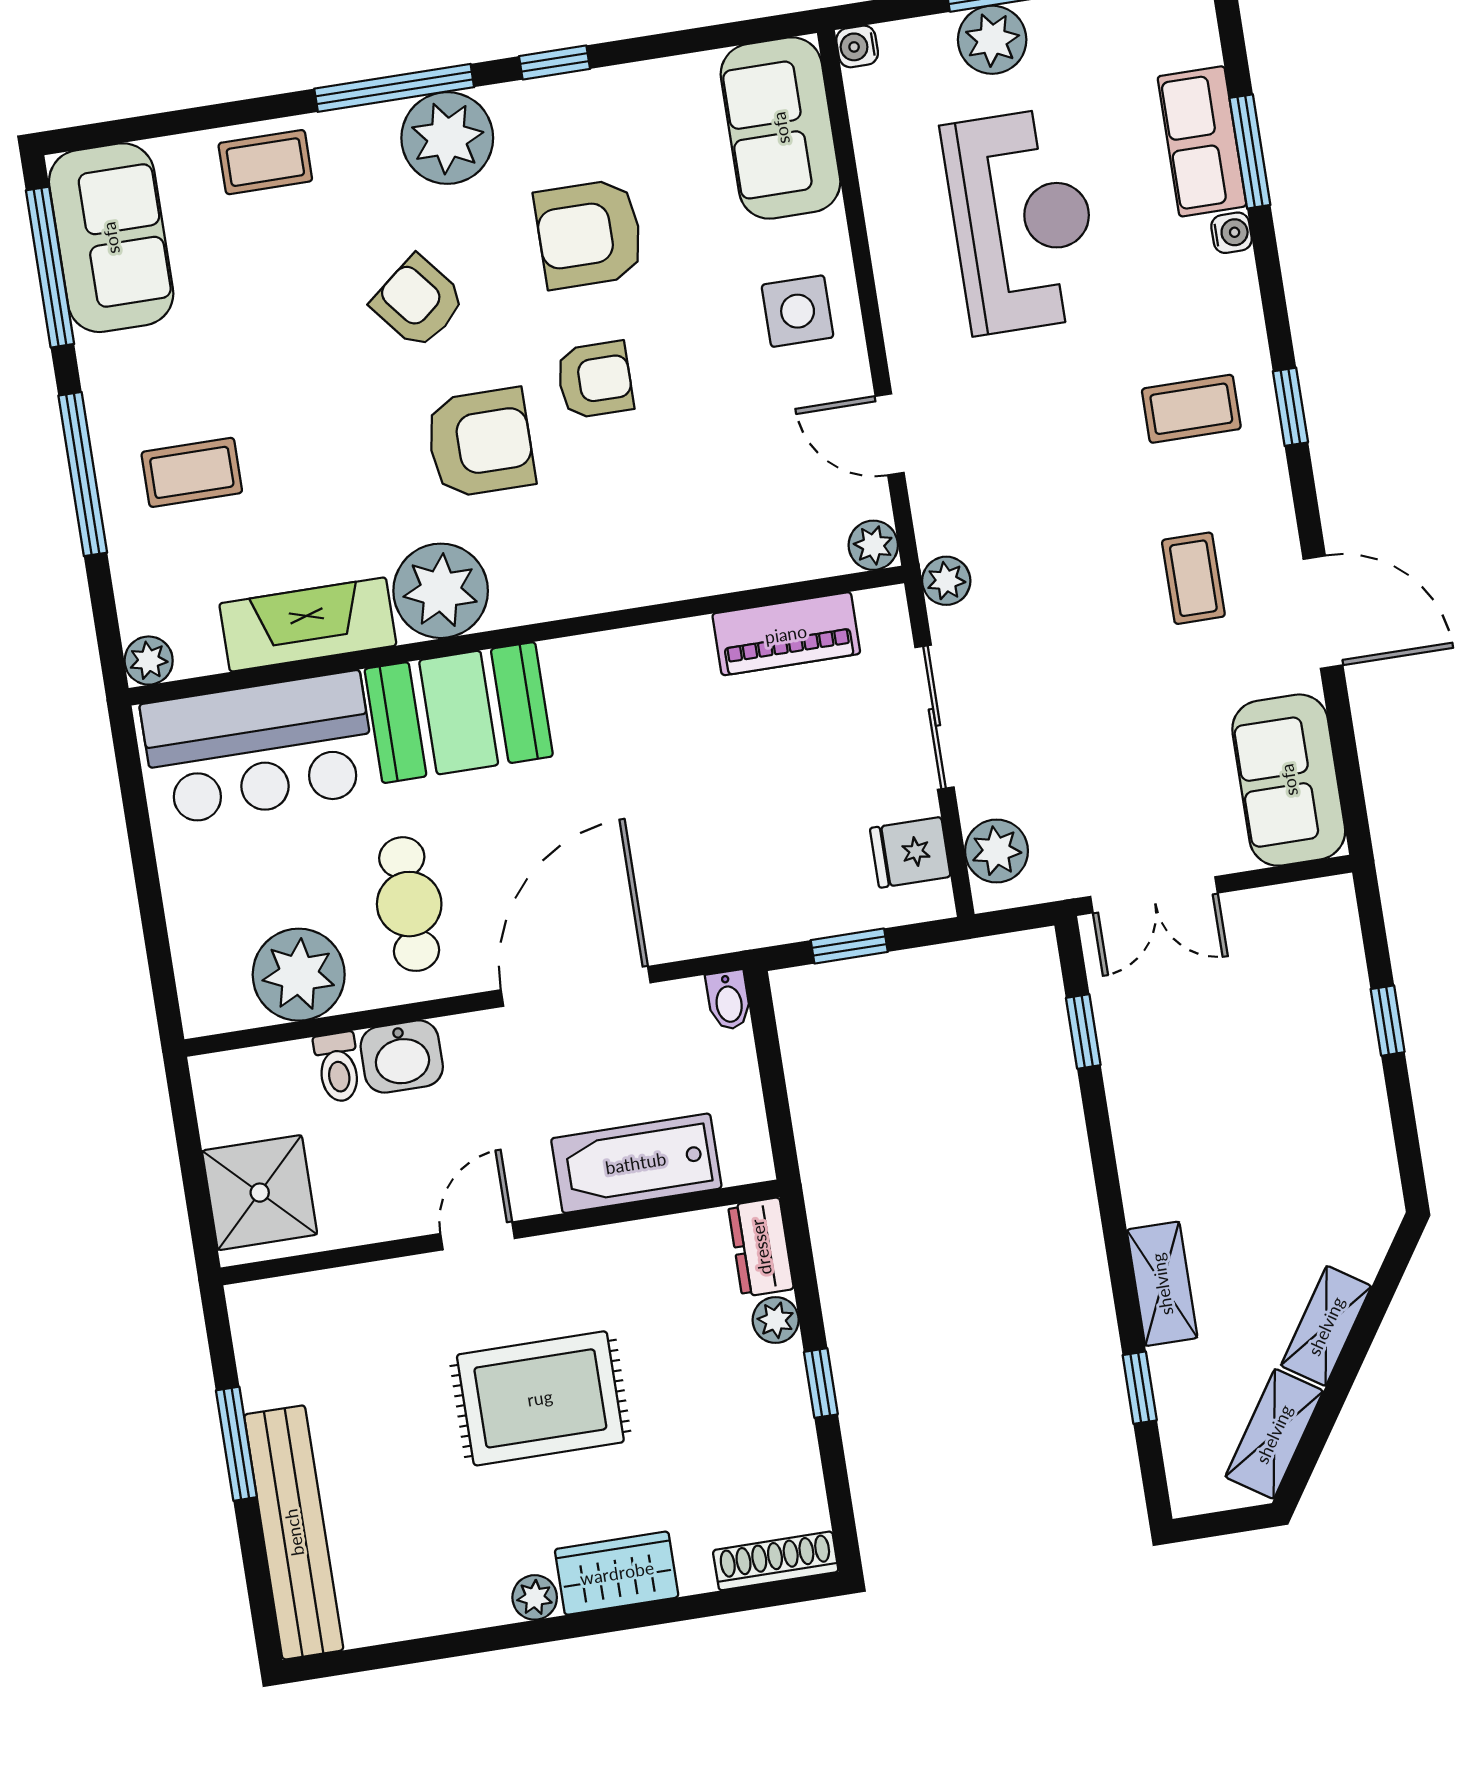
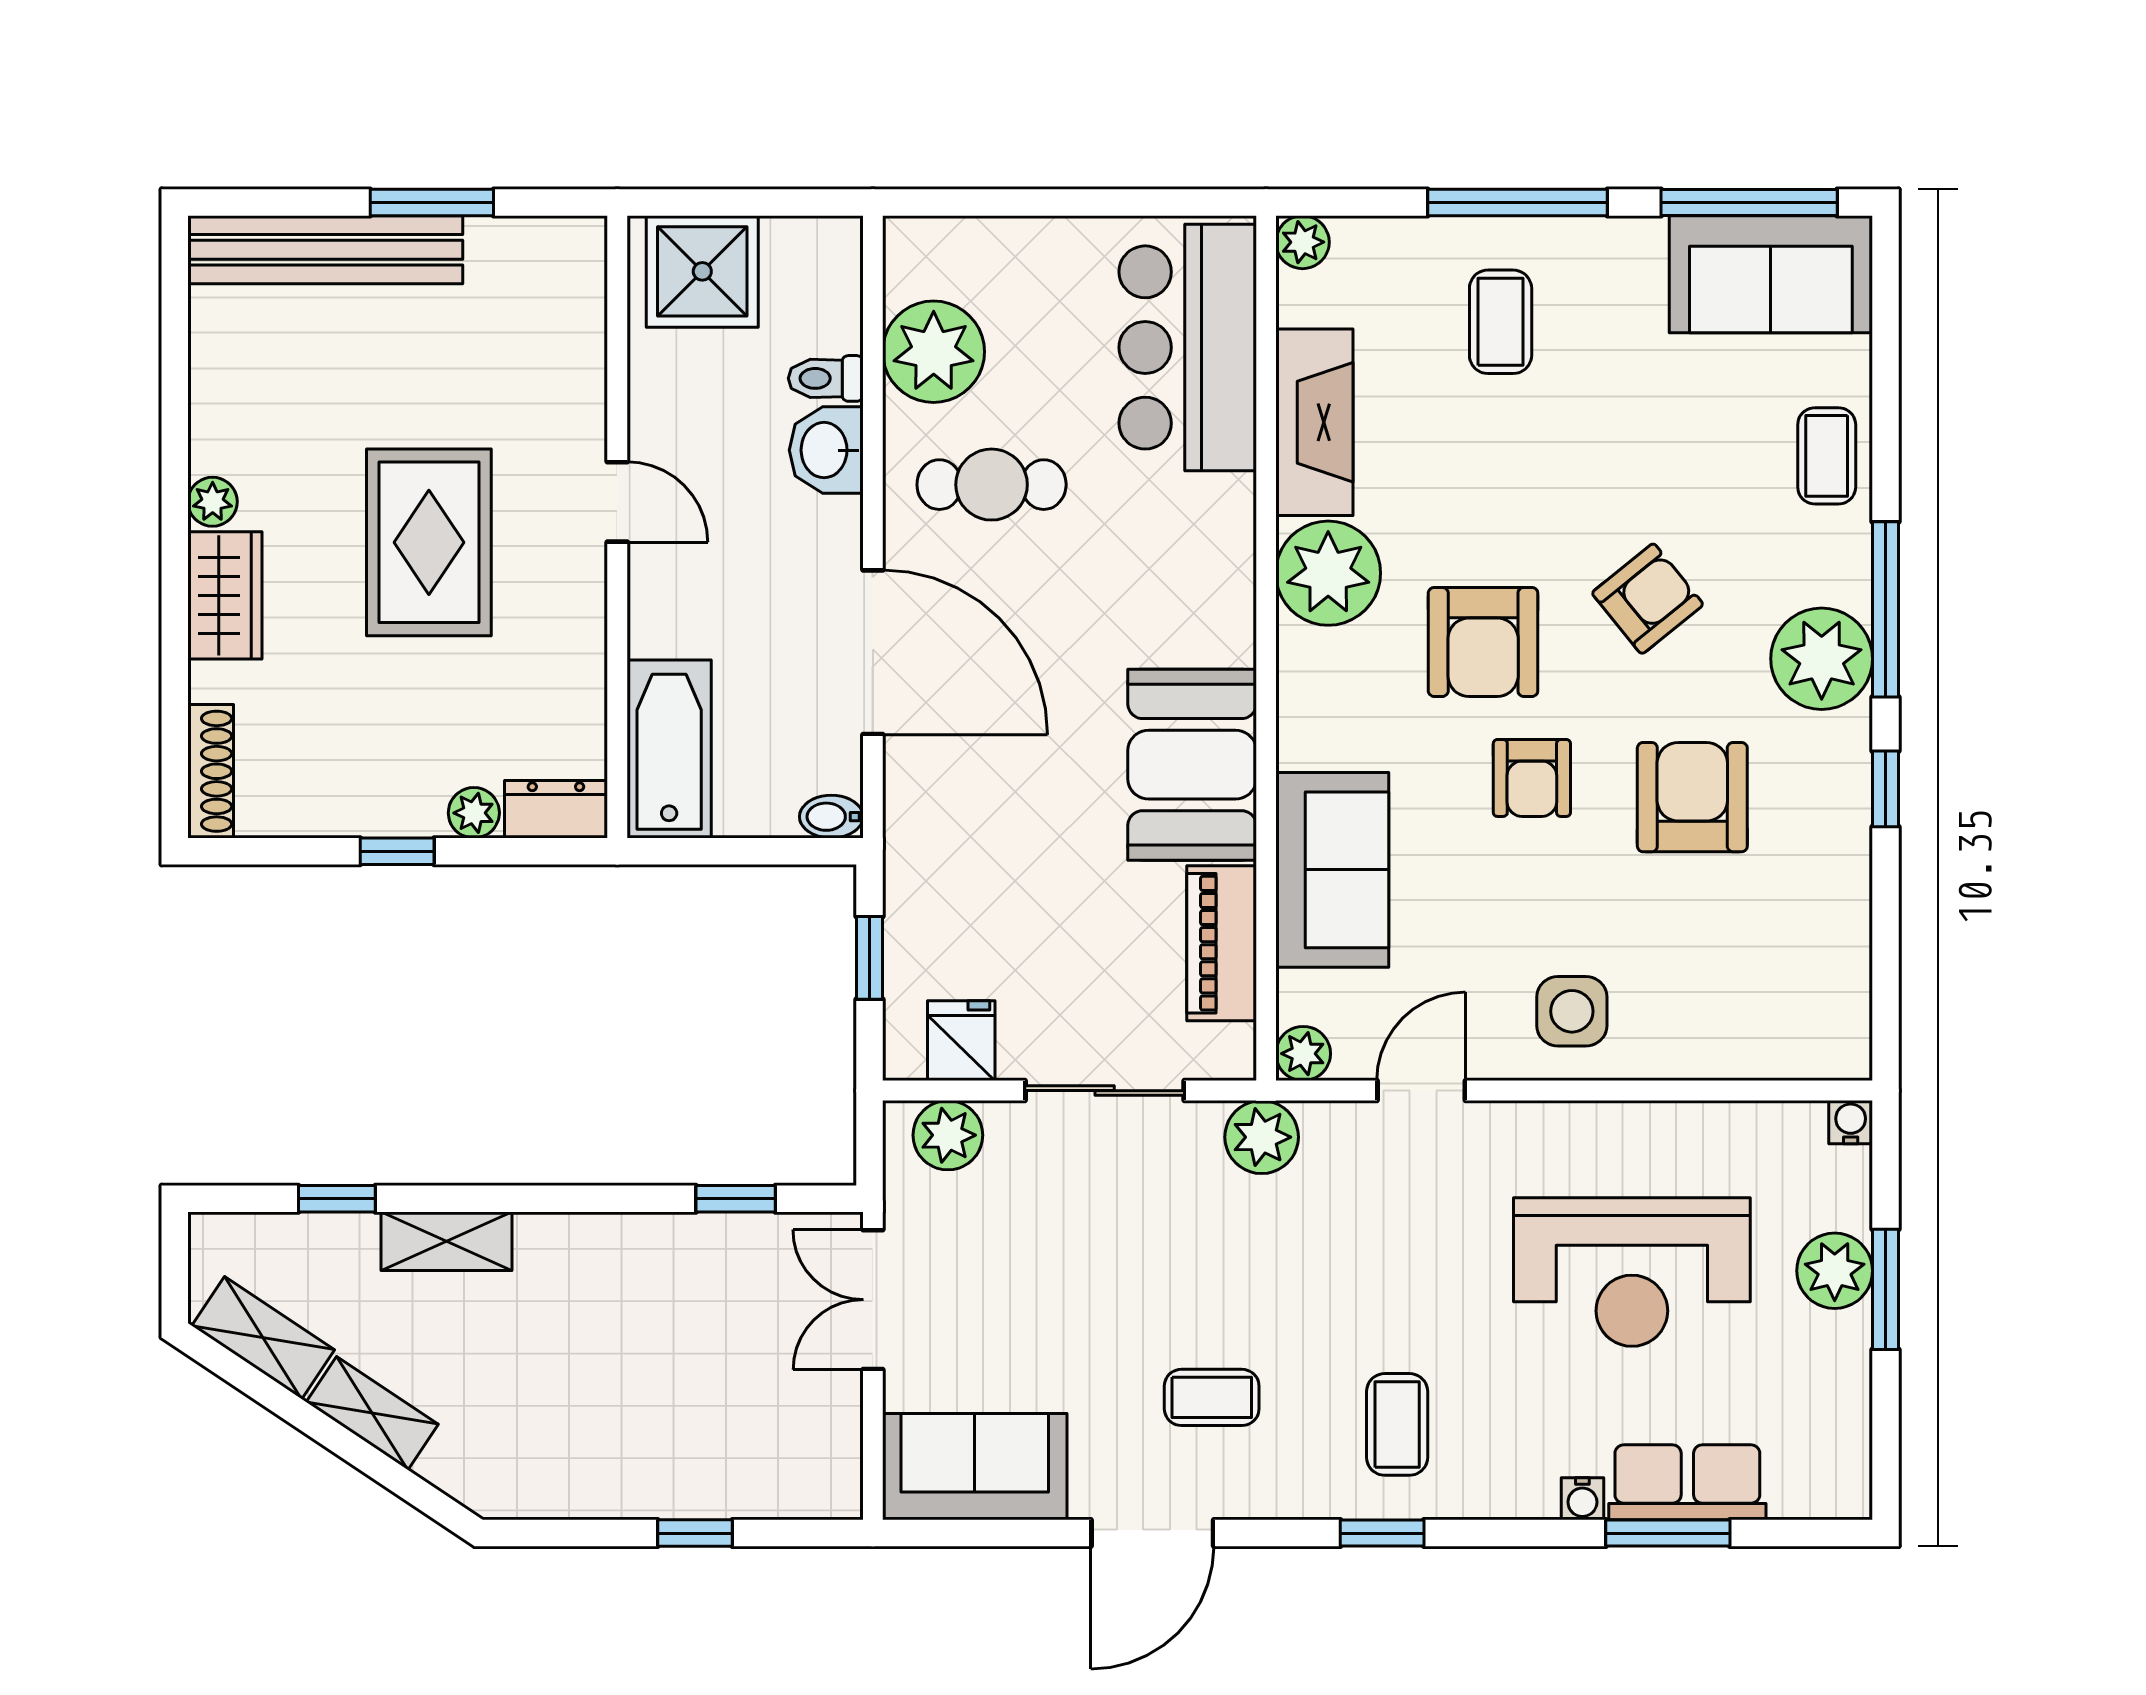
sofa: (781, 128) -> (1332, 870), moved, turned 90
plant: (946, 581) -> (1262, 1137), width x1.38, depth x1.38
booth: (459, 713) -> (1192, 765), moved
bathtub: (636, 1163) -> (669, 749), moved

